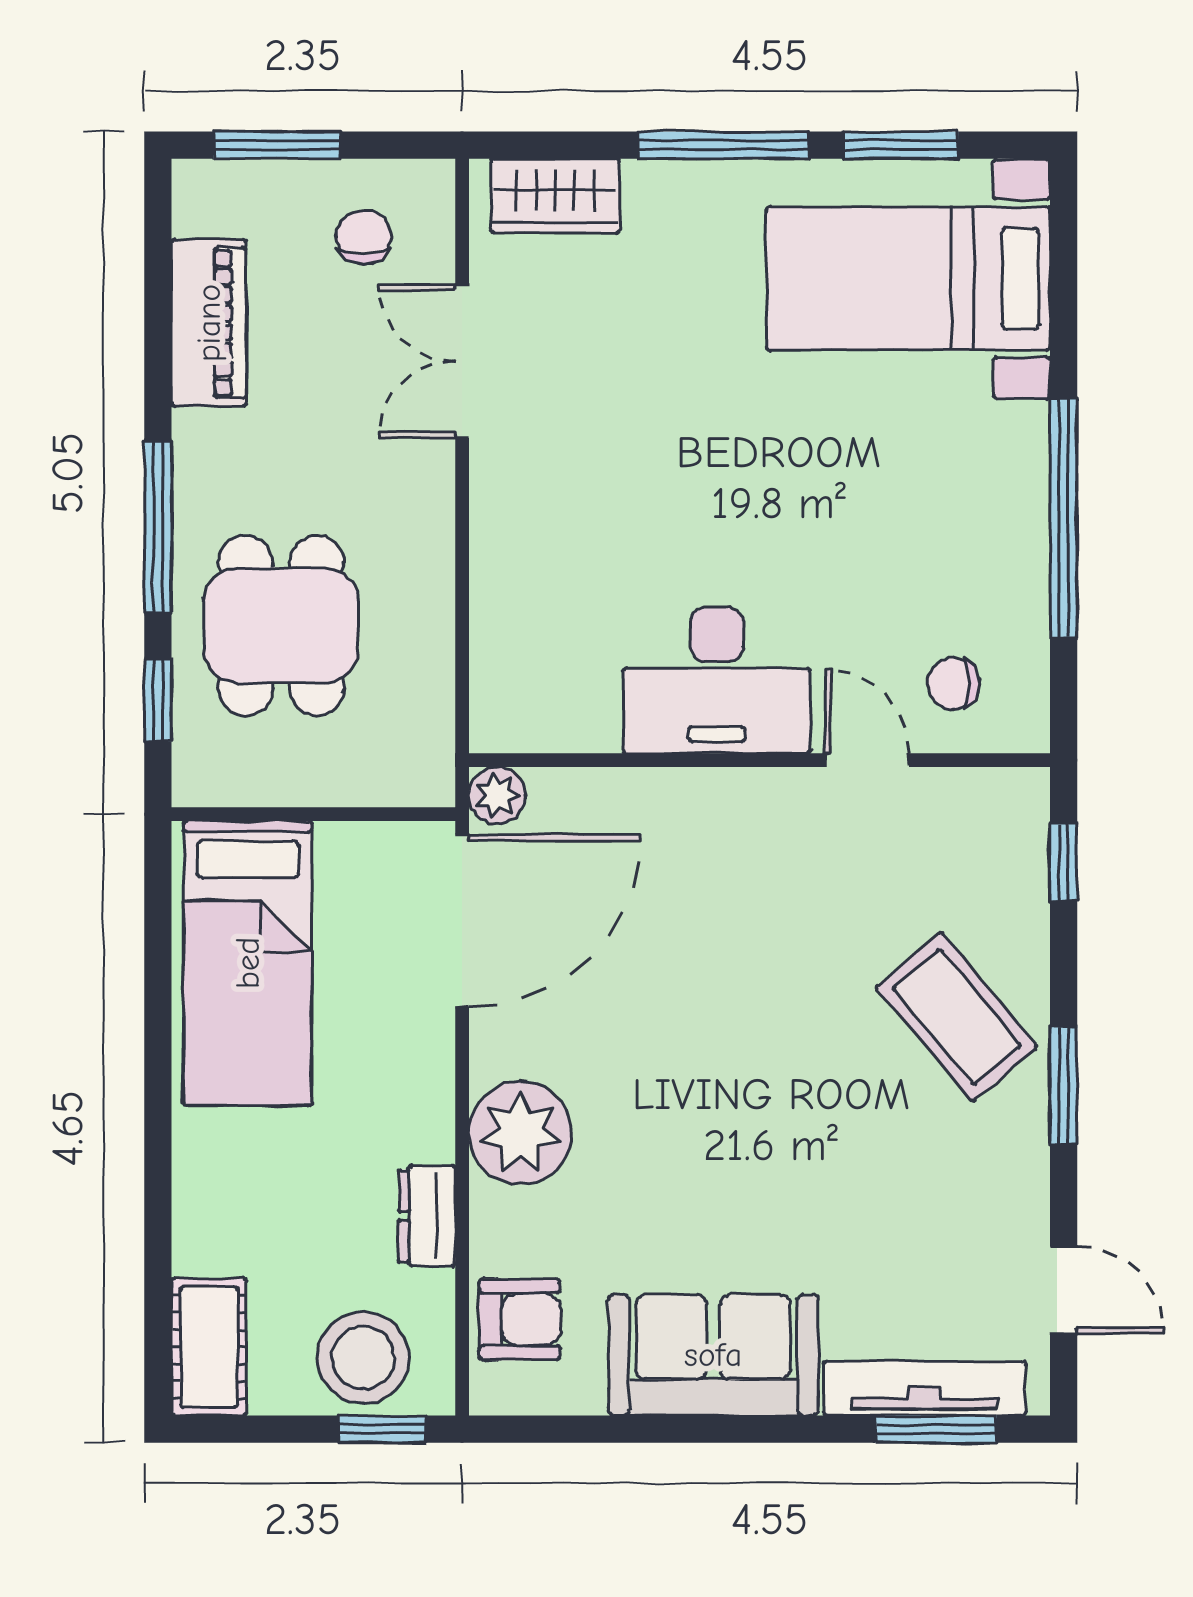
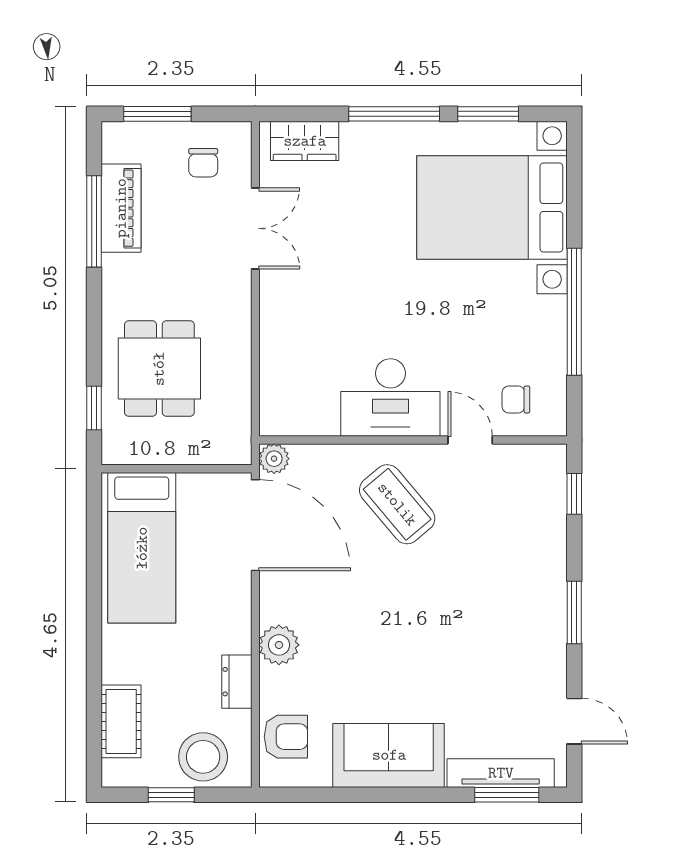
chair: (364, 237) -> (203, 163), turned 180
bed with nightstands: (908, 278) -> (492, 207), width x1.36
double door: (462, 361) -> (255, 228), swing flipped
window: (158, 527) -> (94, 221), moved
door: (462, 921) -> (255, 525), hinge flipped
coffee table: (957, 1017) -> (397, 504), moved
plant: (520, 1133) -> (279, 645), width x0.73, depth x0.73
cot: (209, 1347) -> (121, 721), moved
window: (382, 1429) -> (171, 795), moved

